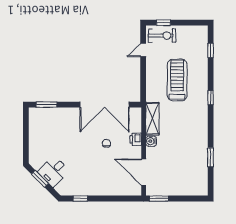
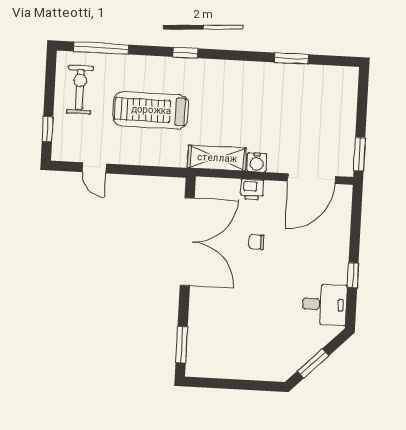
exercise bike: (162, 36) -> (80, 90), moved
window: (211, 50) -> (101, 48), width x2.17
desk: (54, 171) -> (325, 304), moved, turned -45
window: (80, 199) -> (353, 275), moved

